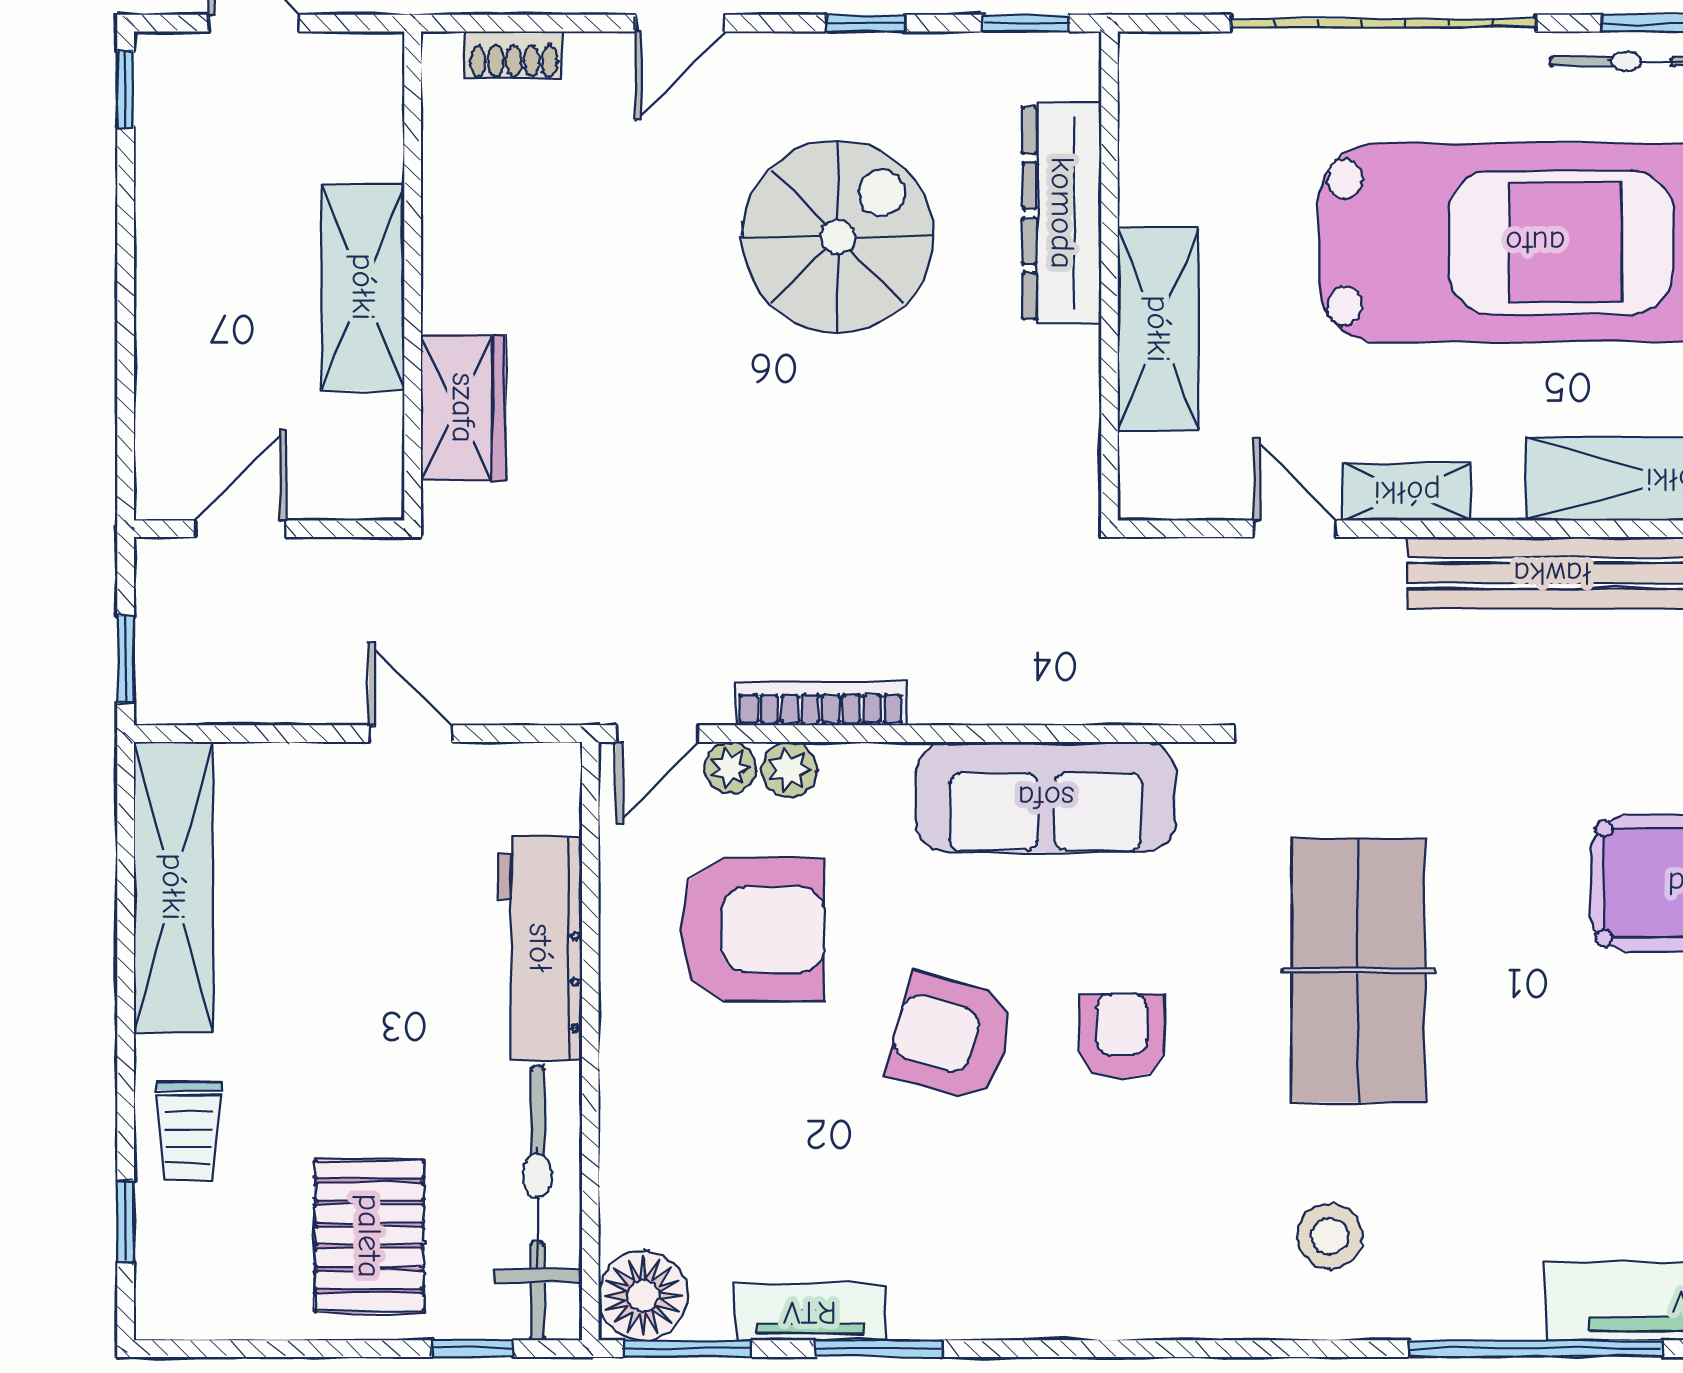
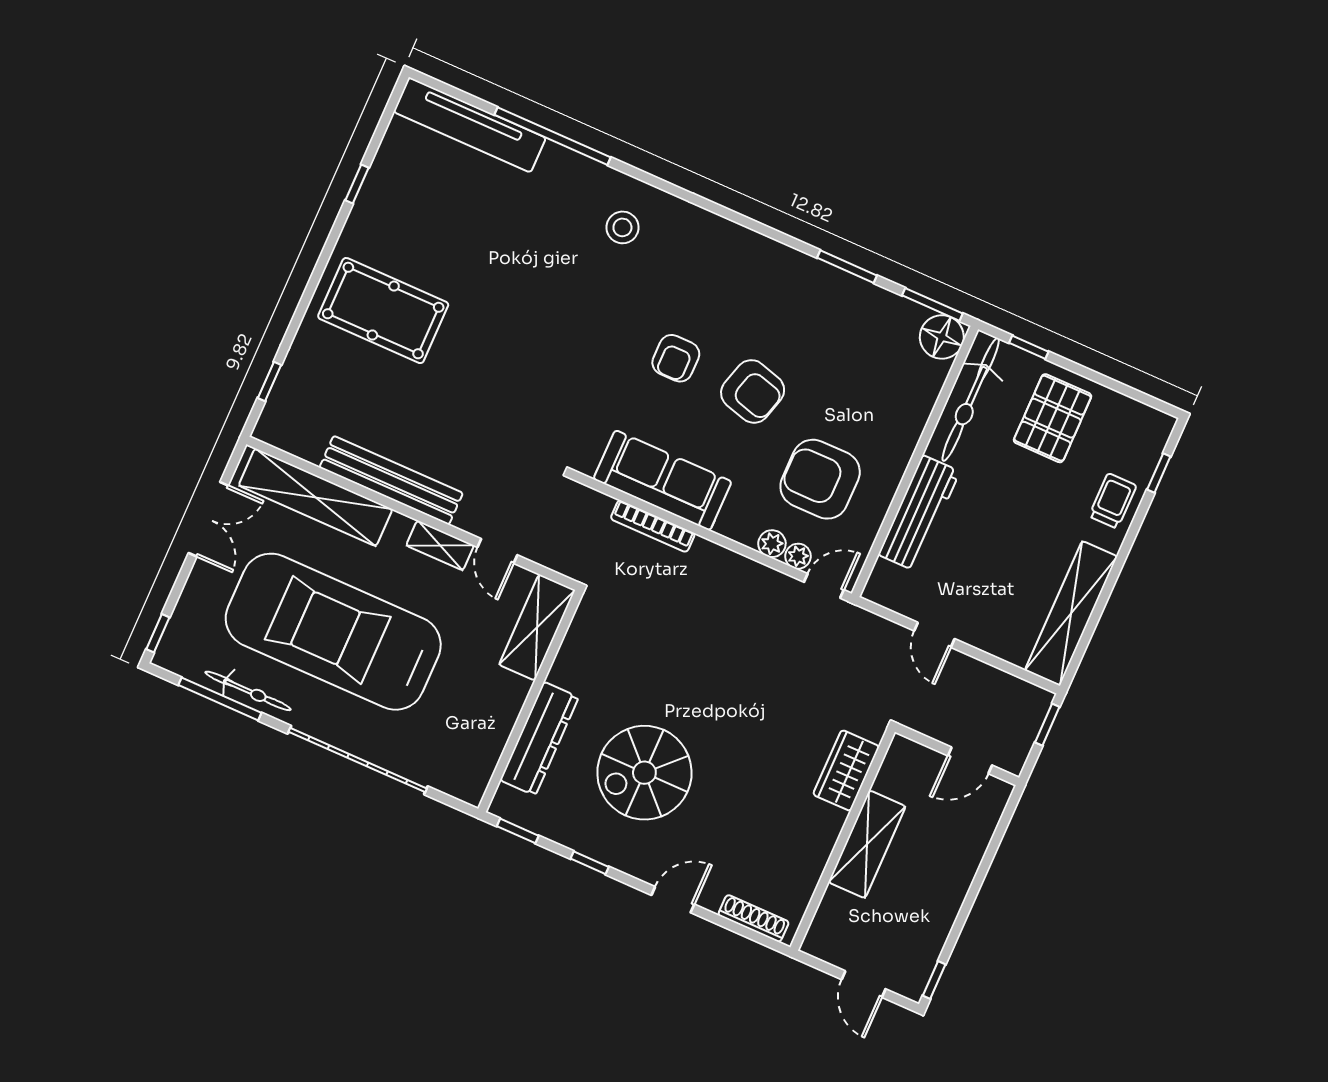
shoe rack: (514, 55) -> (754, 918), width x1.43
shelving: (1158, 329) -> (537, 627), moved
bookcase: (821, 704) -> (653, 526), moved
table tennis table: (1358, 971) -> (557, 341), removed
tv unit: (810, 1312) -> (870, 297), removed

